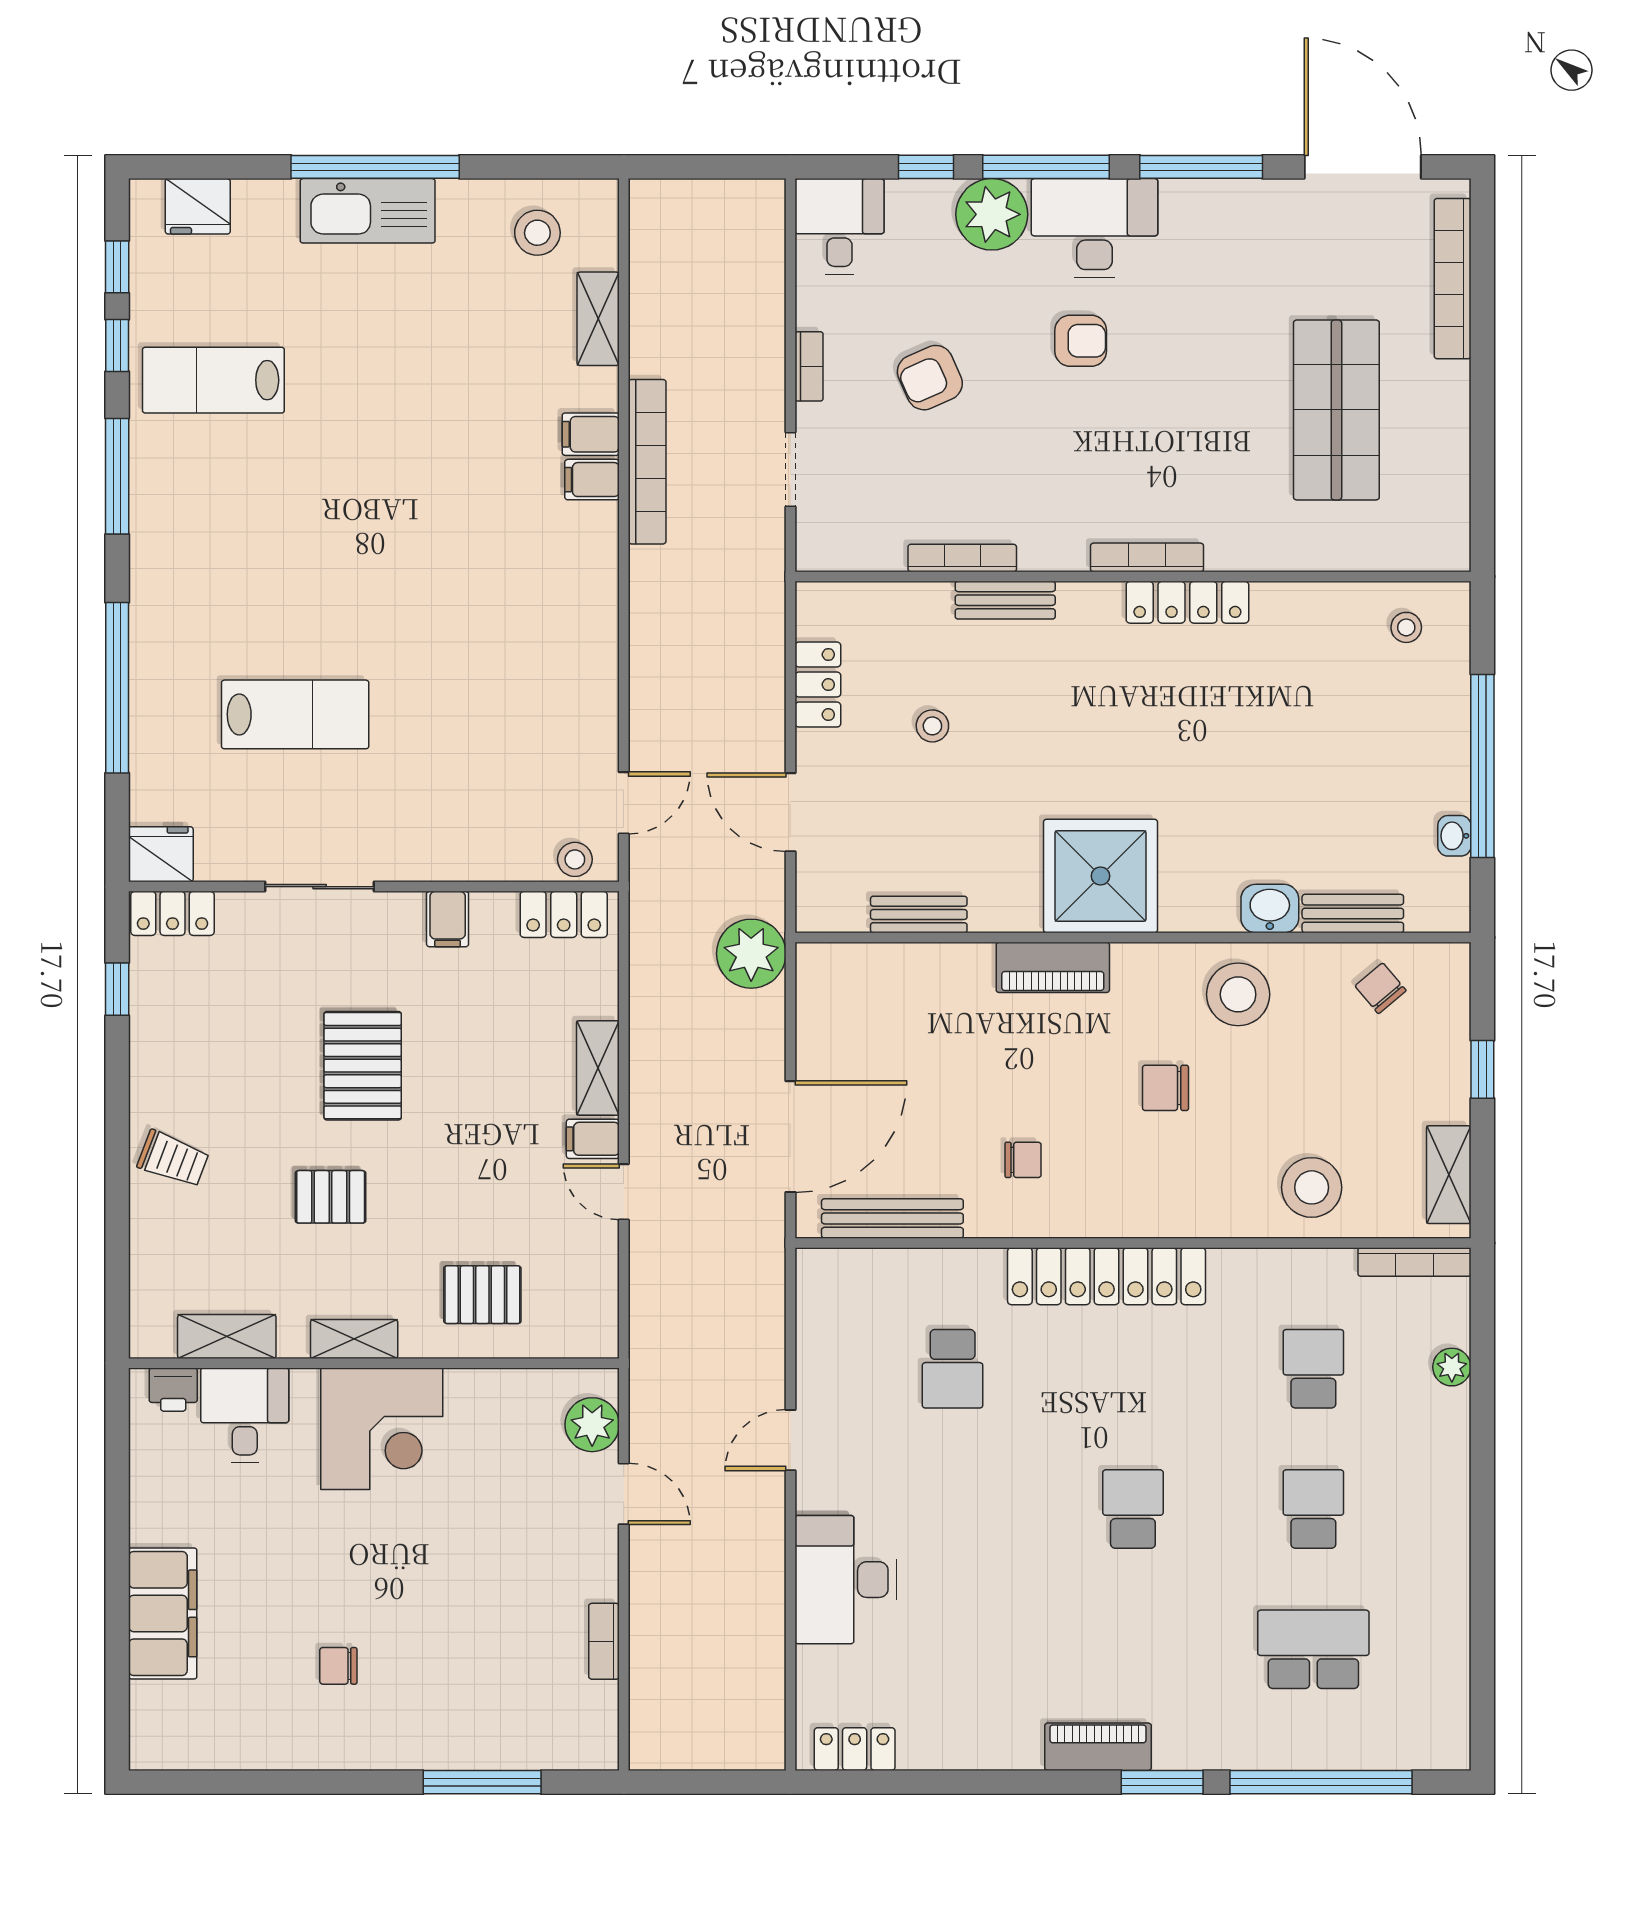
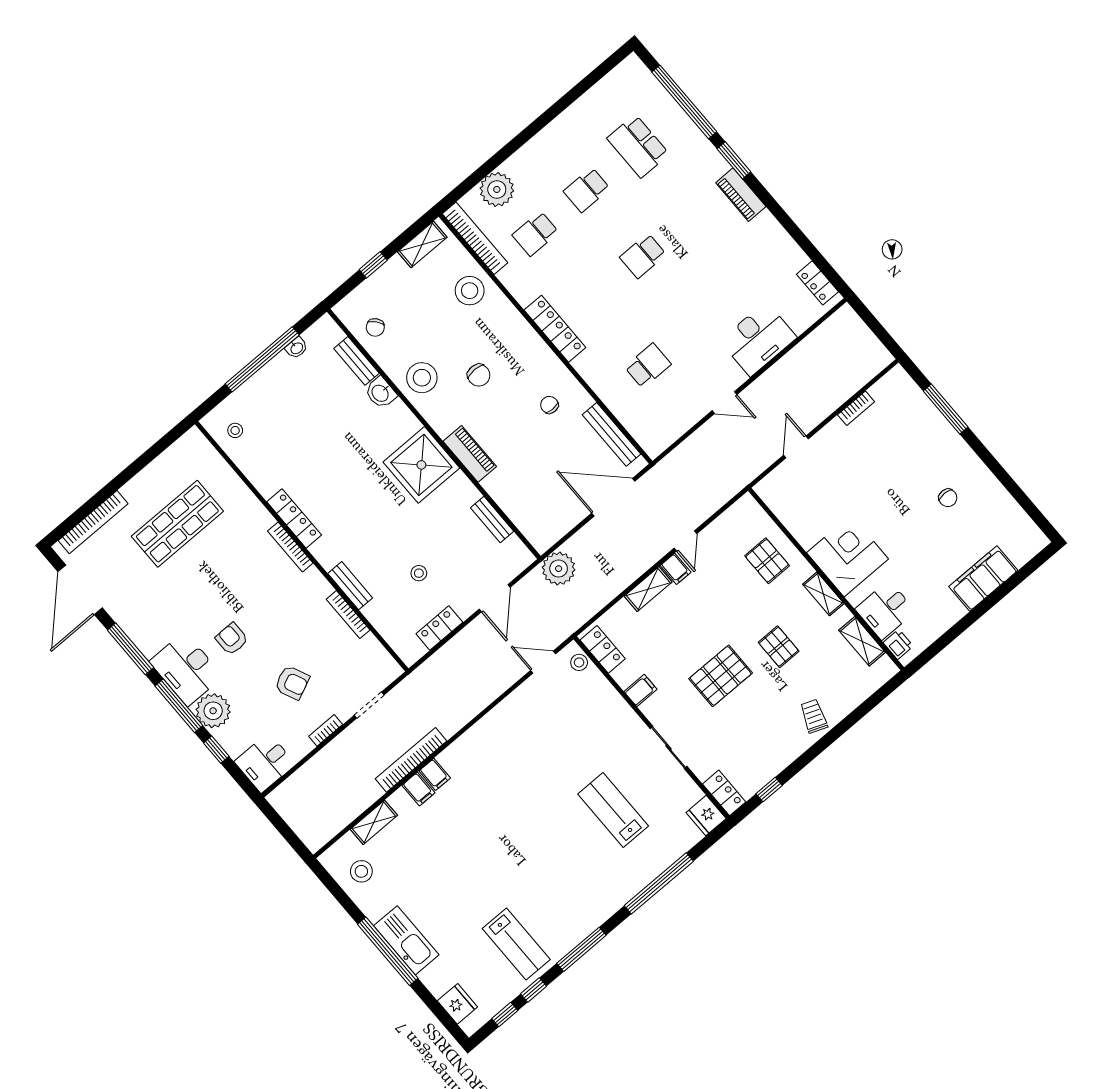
bookcase: (1414, 1262) -> (475, 238), width x1.48, depth x1.31
locker: (1107, 1276) -> (555, 329), width x0.71, depth x0.83
plant: (1452, 1367) -> (497, 189), width x1.87, depth x1.87
plant: (592, 1425) -> (781, 480), removed

